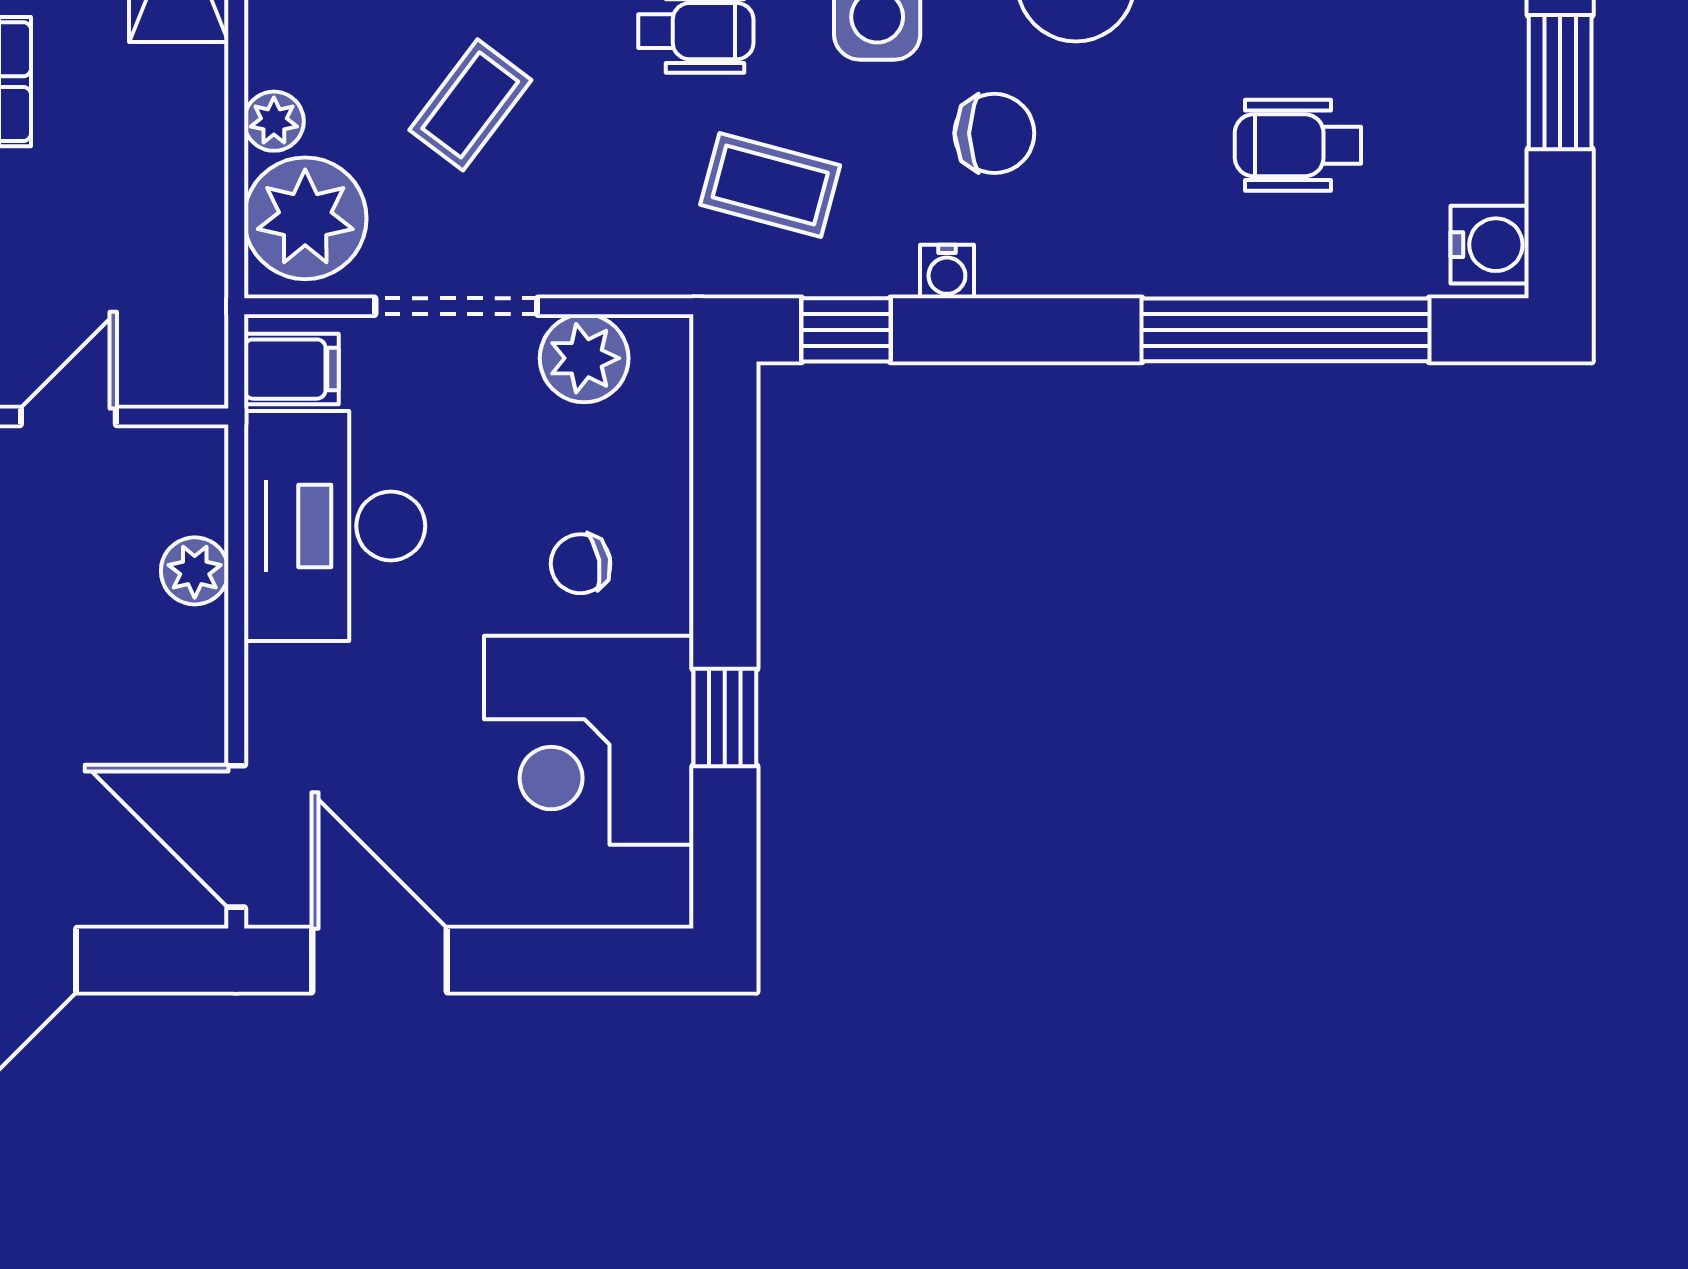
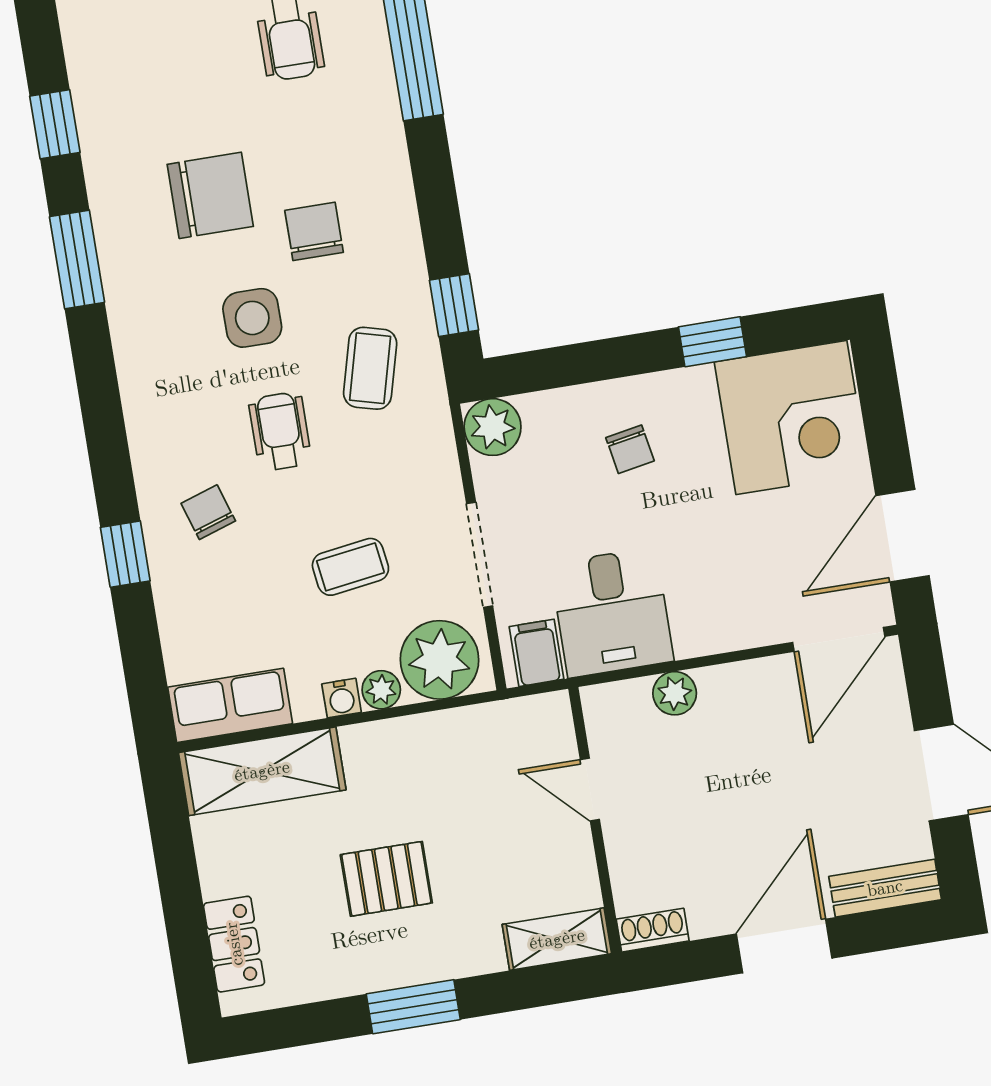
coffee table: (470, 105) -> (350, 567), turned -45
water cooler: (947, 271) -> (342, 698), moved, turned 90
plant: (584, 358) -> (493, 427), moved
desk: (335, 526) -> (612, 612), width x0.73
corner desk: (589, 740) -> (791, 417), moved

